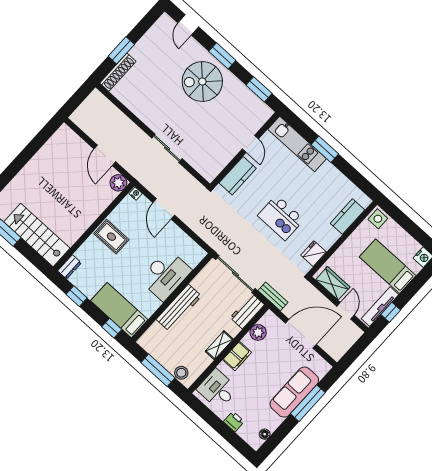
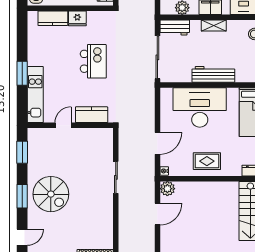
rug: (111, 237) -> (207, 161), turned 90
fridge: (314, 254) -> (77, 18), moved
desk: (165, 275) -> (200, 107), width x1.36, depth x1.30
bench: (273, 296) -> (150, 19), removed

